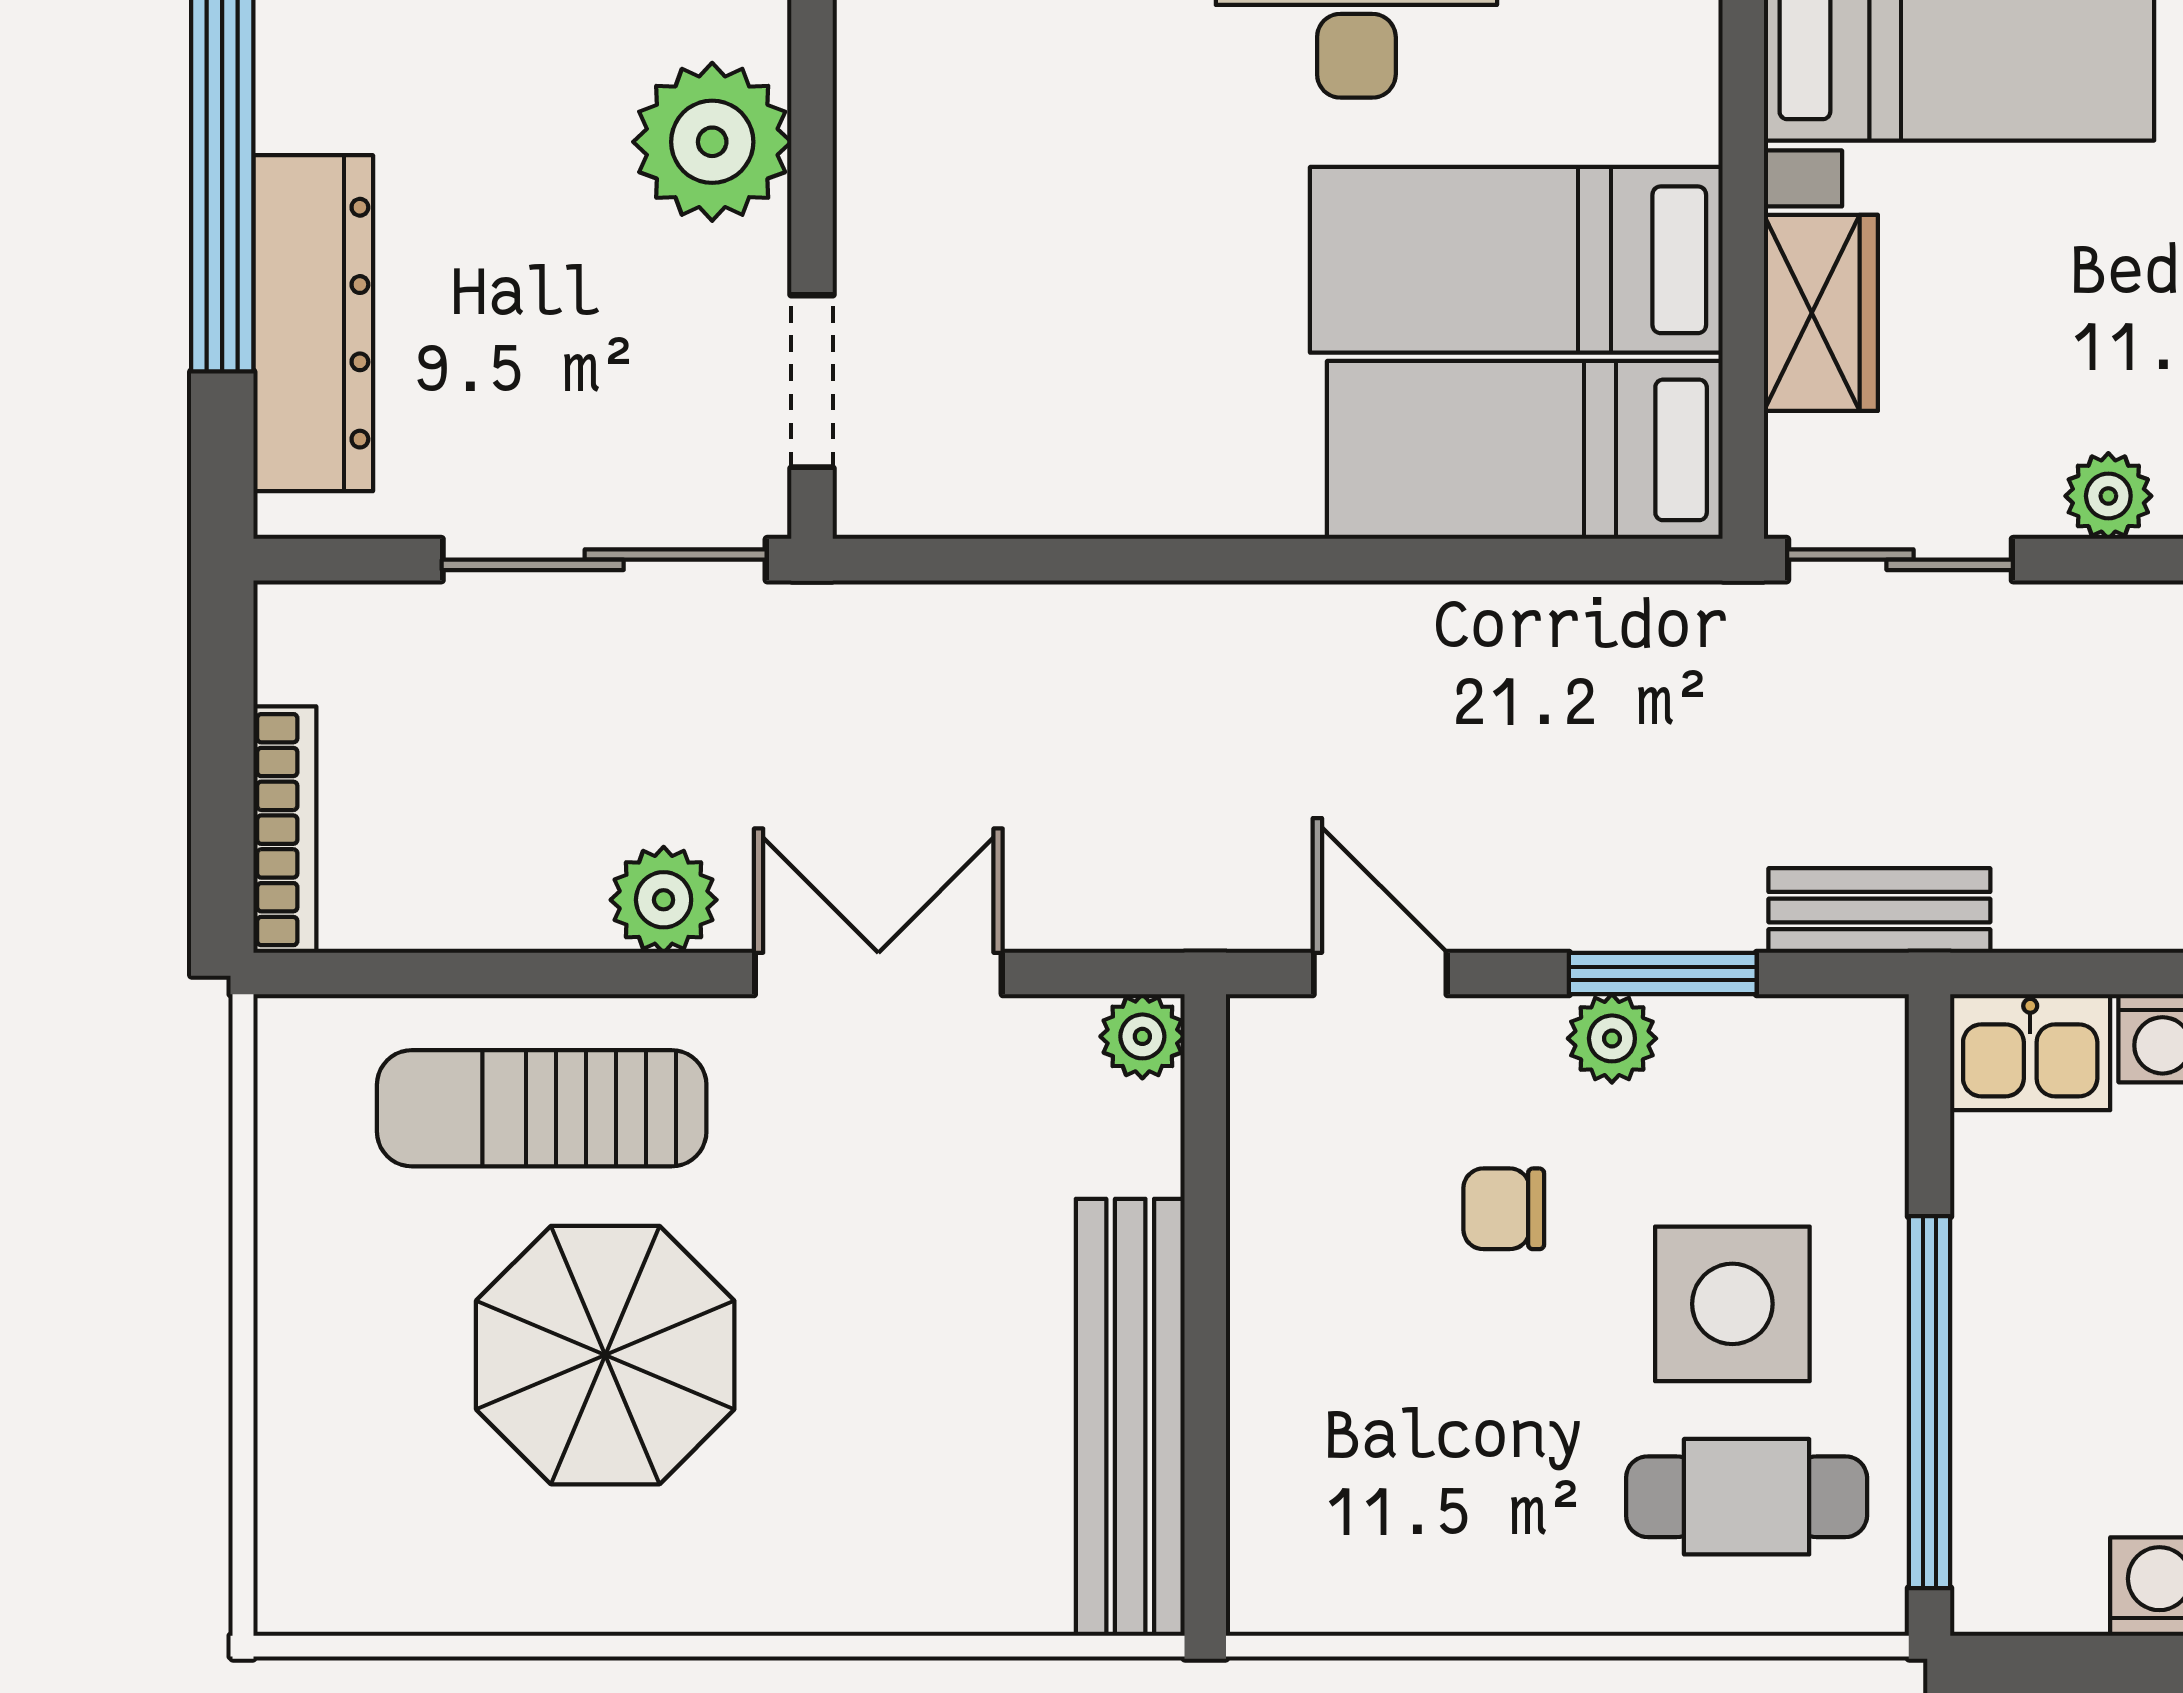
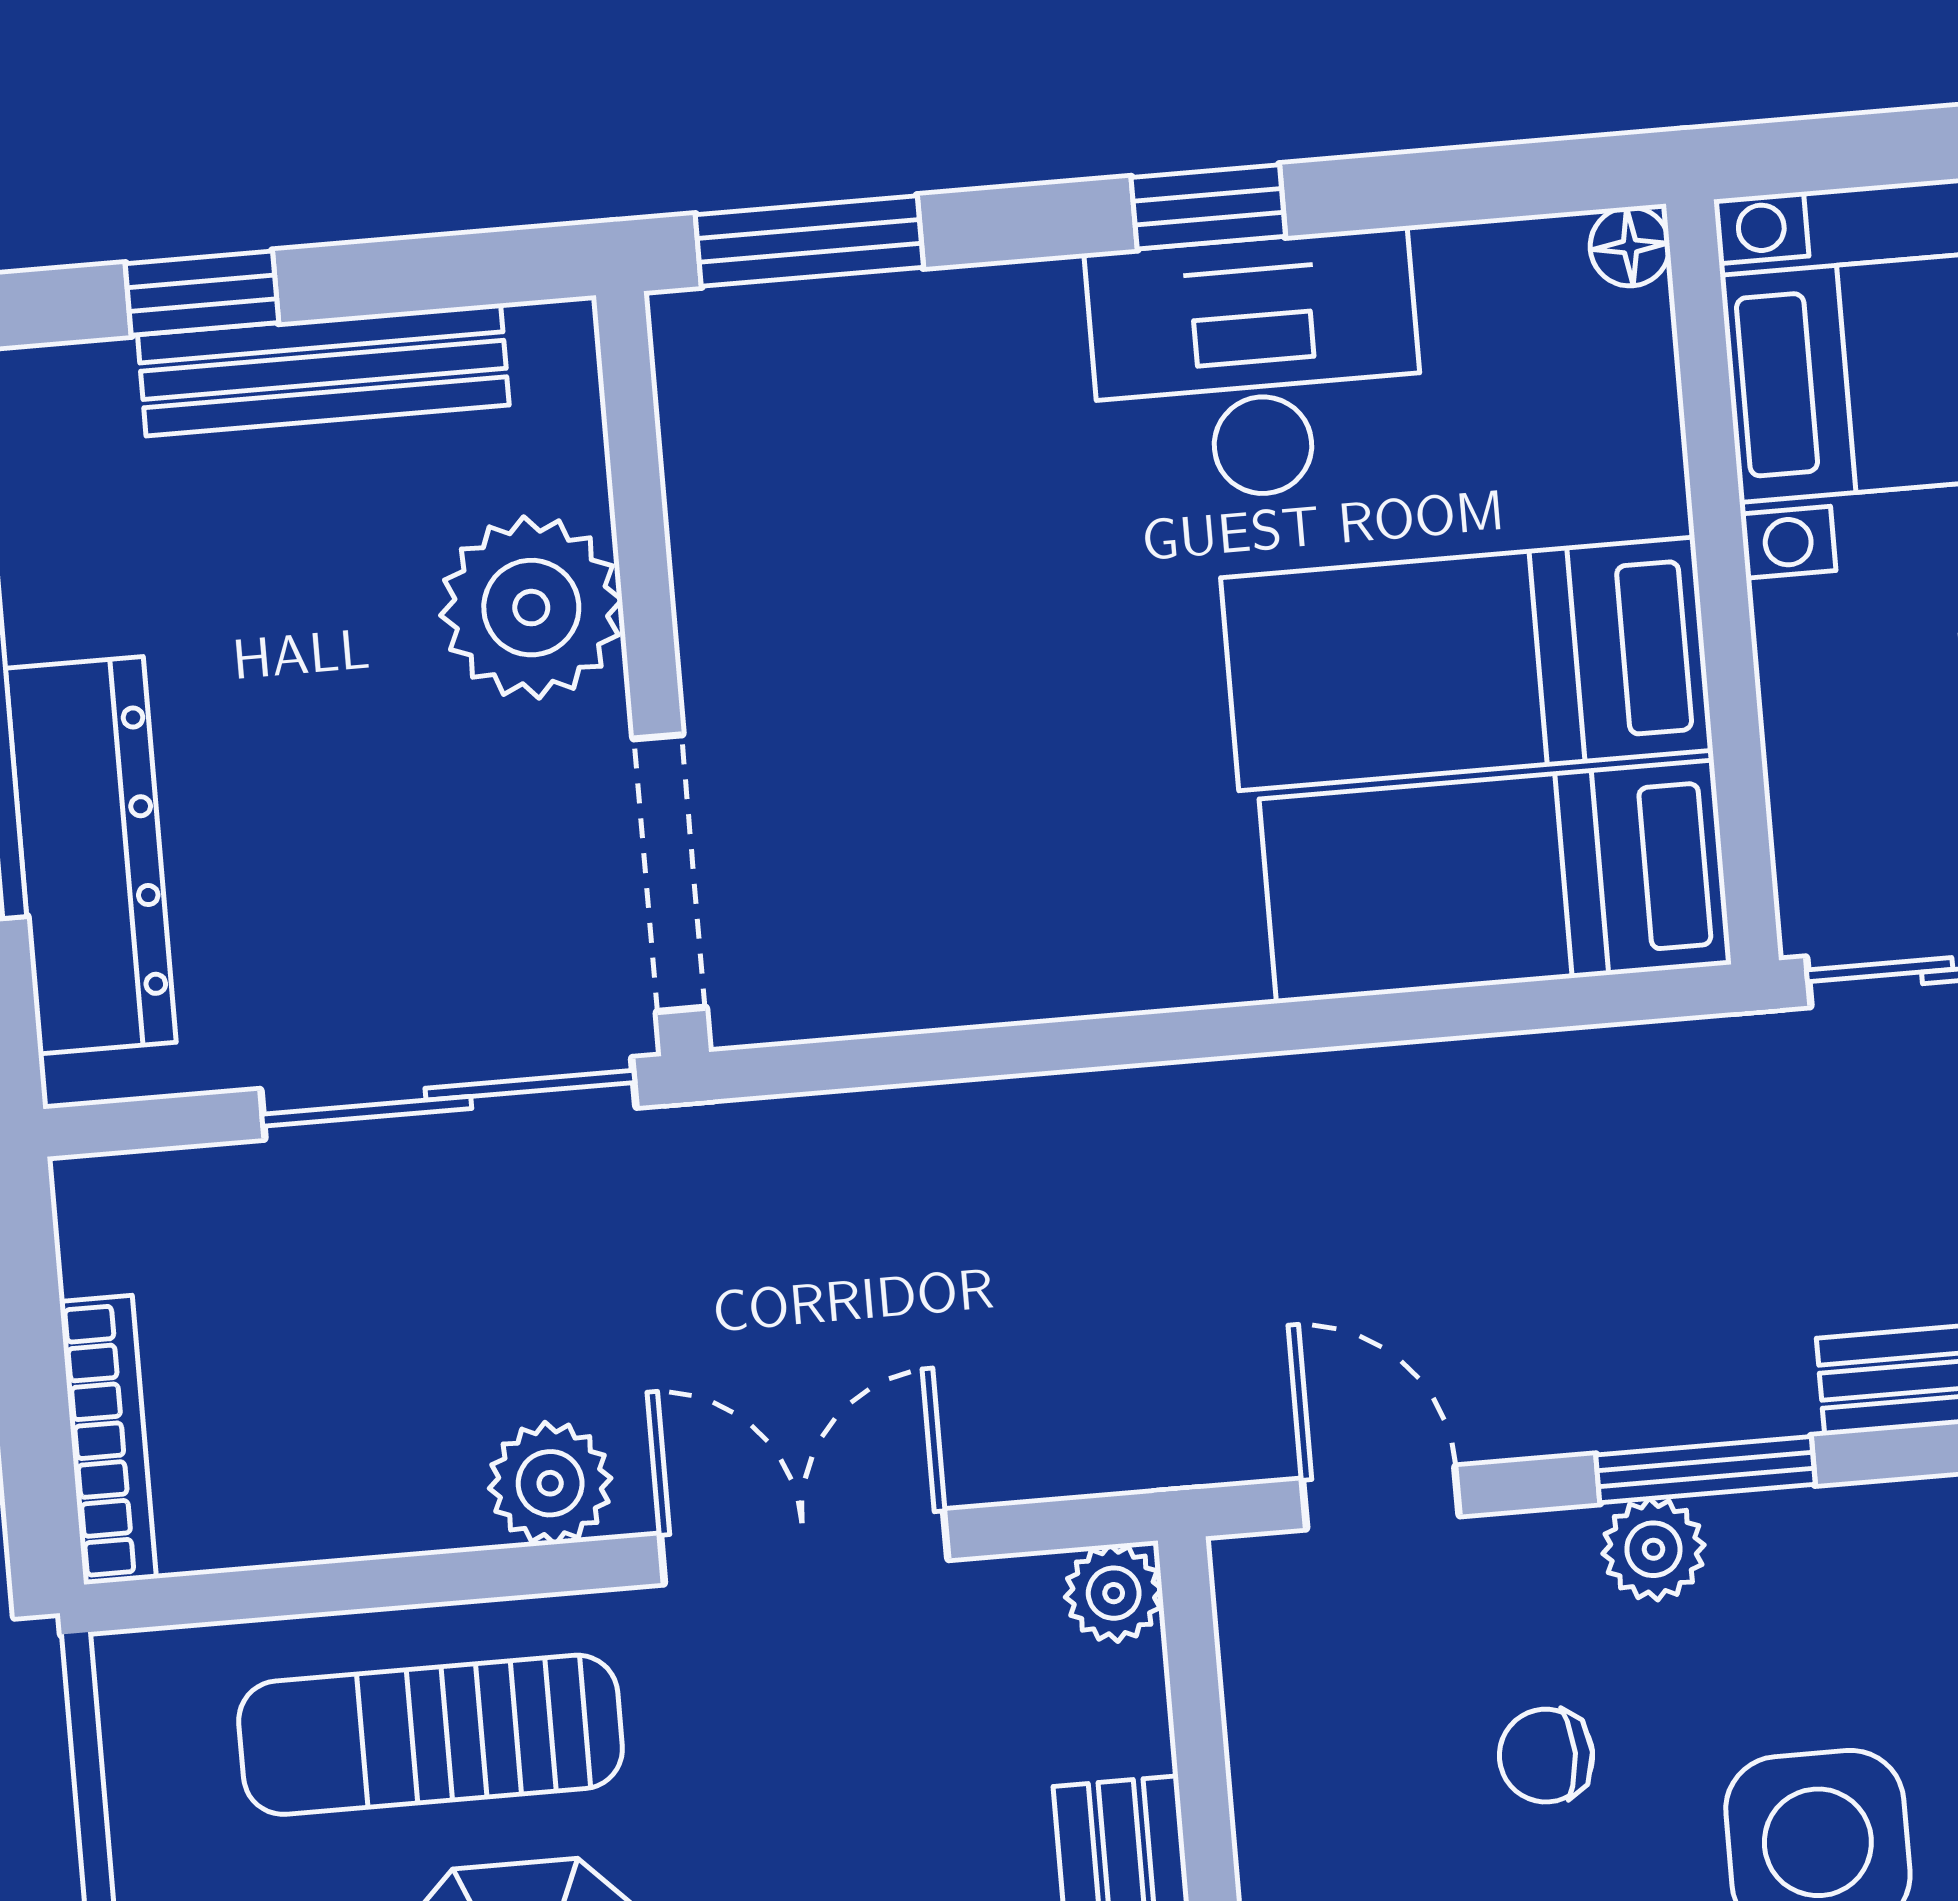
wardrobe: (1821, 313) -> (1822, 695), removed
doorway: (812, 381) -> (670, 873), width x1.38

